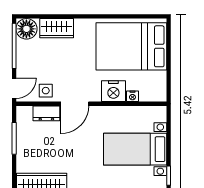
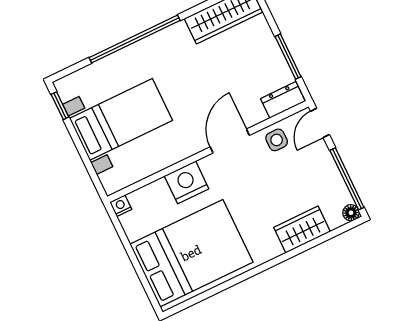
floor lamp: (26, 29) -> (351, 213), width x0.53, depth x0.53
nightstand: (132, 96) -> (121, 206), moved
dresser: (46, 113) -> (283, 100), moved

